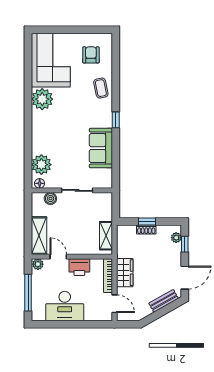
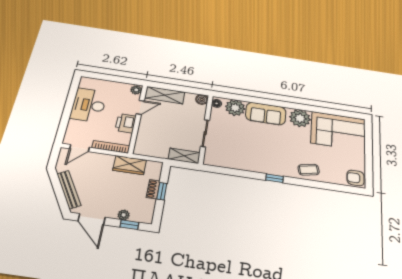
armchair: (91, 55) -> (356, 178), moved, turned 180
sofa: (101, 148) -> (266, 114), moved, turned 180
boiler: (50, 199) -> (202, 99), moved
shelving: (106, 236) -> (184, 156), moved
plant: (176, 238) -> (124, 215), moved
wardrobe: (125, 273) -> (130, 165), moved
window: (28, 293) -> (110, 78), removed
bench: (164, 301) -> (69, 190), width x1.36

